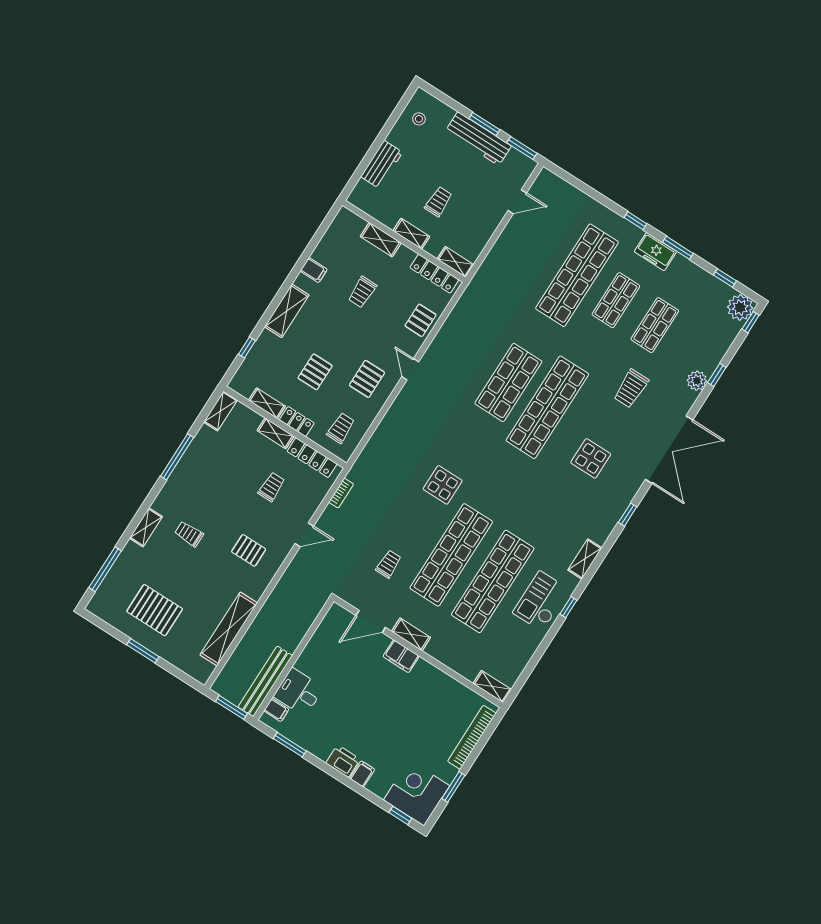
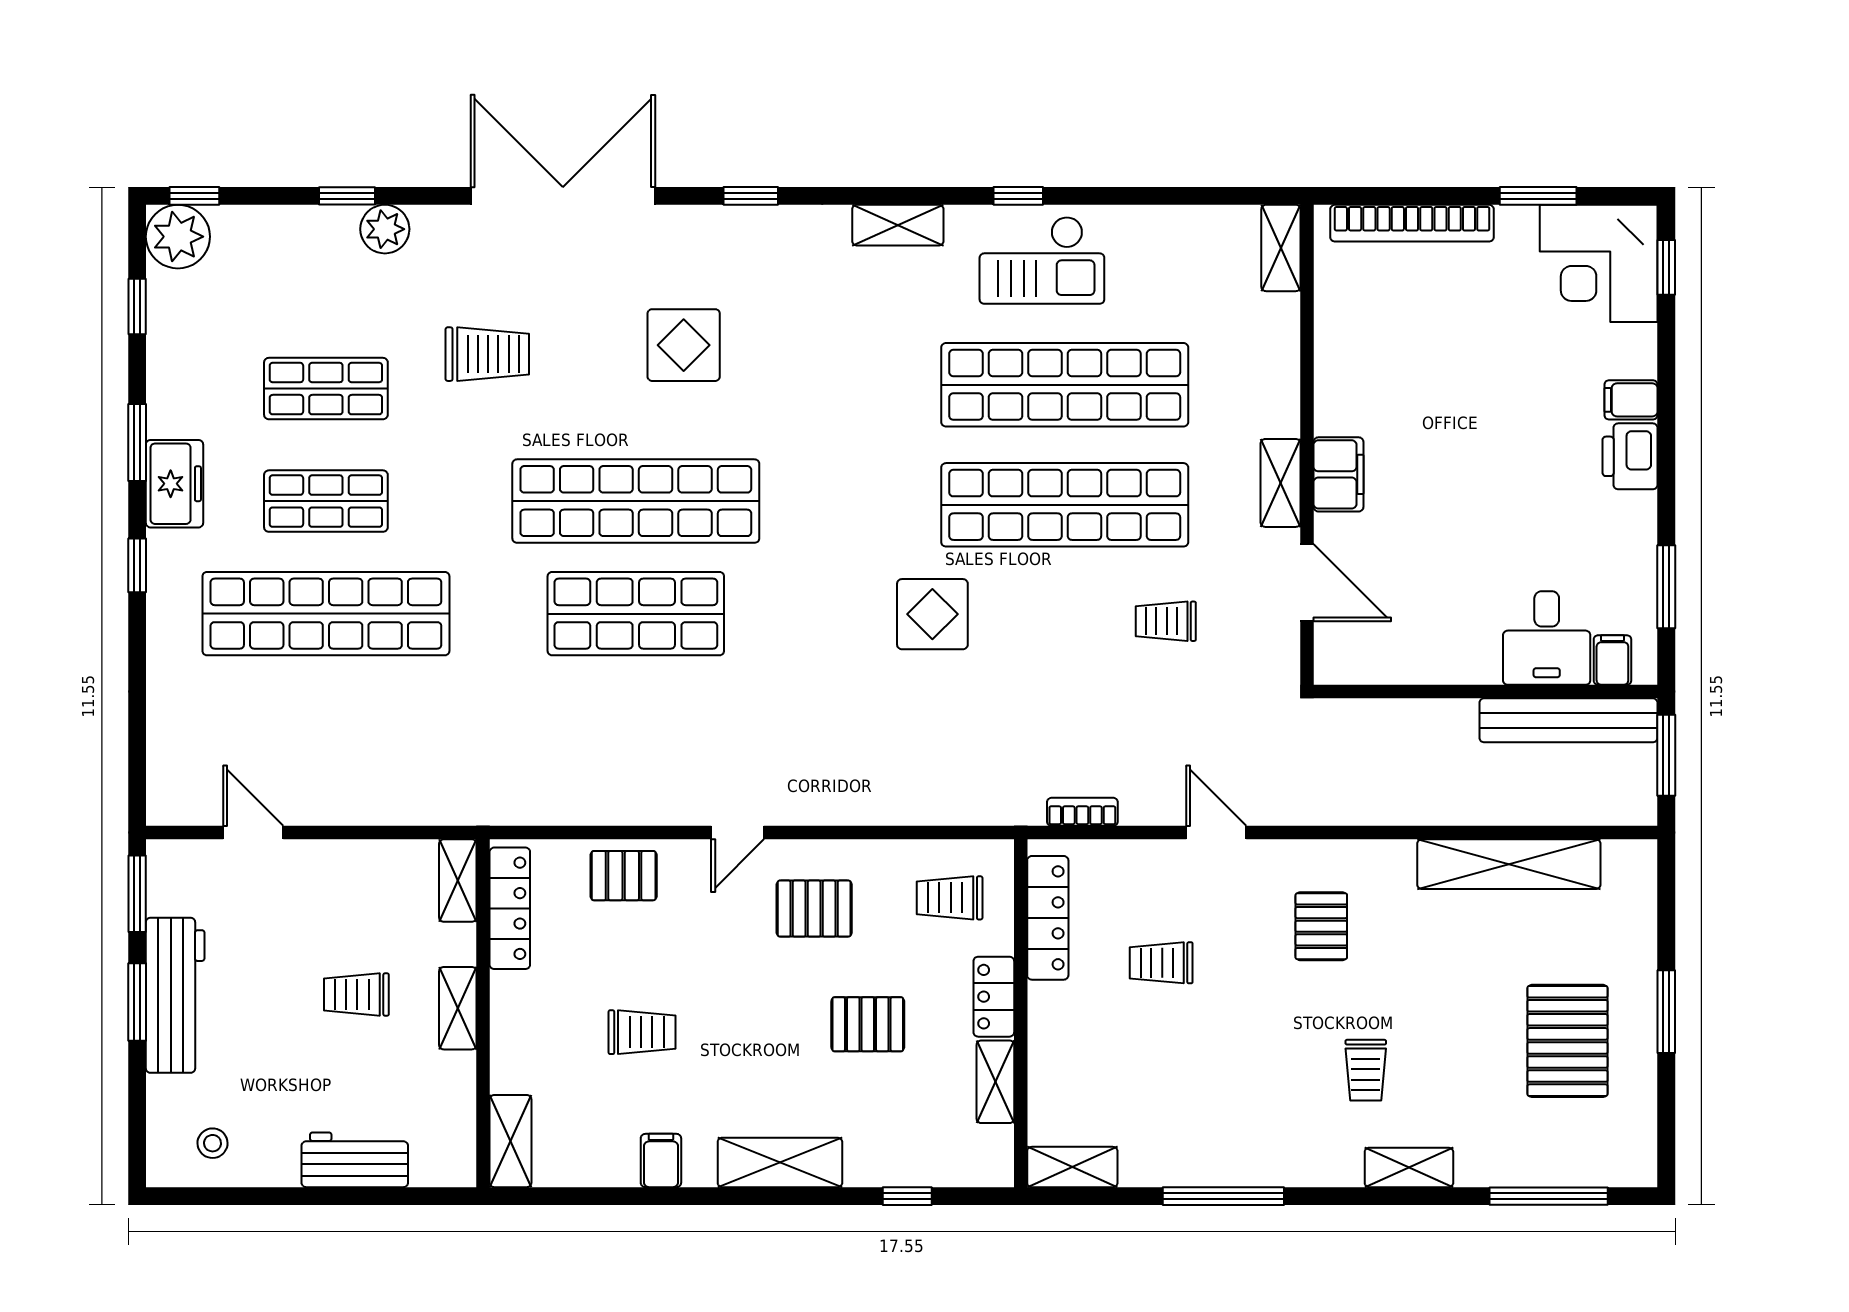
shelving: (381, 240) -> (510, 1141), moved
shelving: (275, 433) -> (1046, 1025), removed

